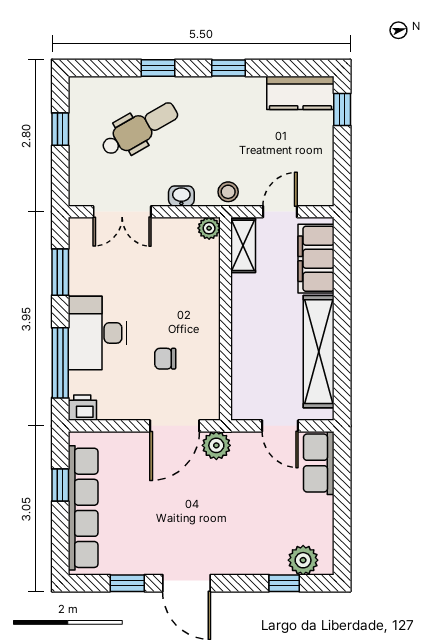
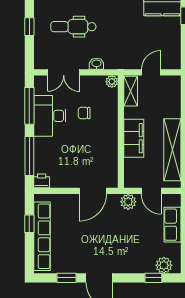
dental chair: (140, 129) -> (73, 27), turned -150
stool: (228, 192) -> (122, 61), removed
filing cabinet: (316, 259) -> (134, 138), moved, turned 180
window: (60, 272) -> (29, 106), width x1.44
desk: (97, 333) -> (50, 116), moved
chair: (165, 359) -> (84, 113), moved
plant: (216, 445) -> (128, 202), moved
row of seats: (319, 463) -> (173, 225), moved

